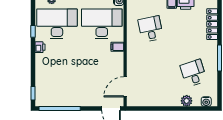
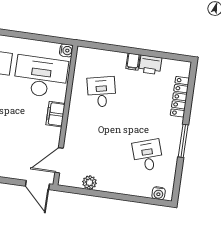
filing cabinet: (117, 47) -> (56, 114), width x2.00
plant: (187, 101) -> (89, 182), moved

